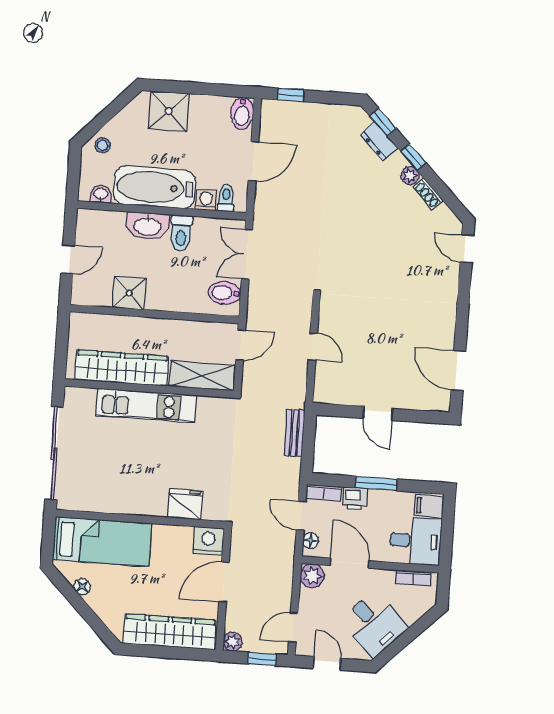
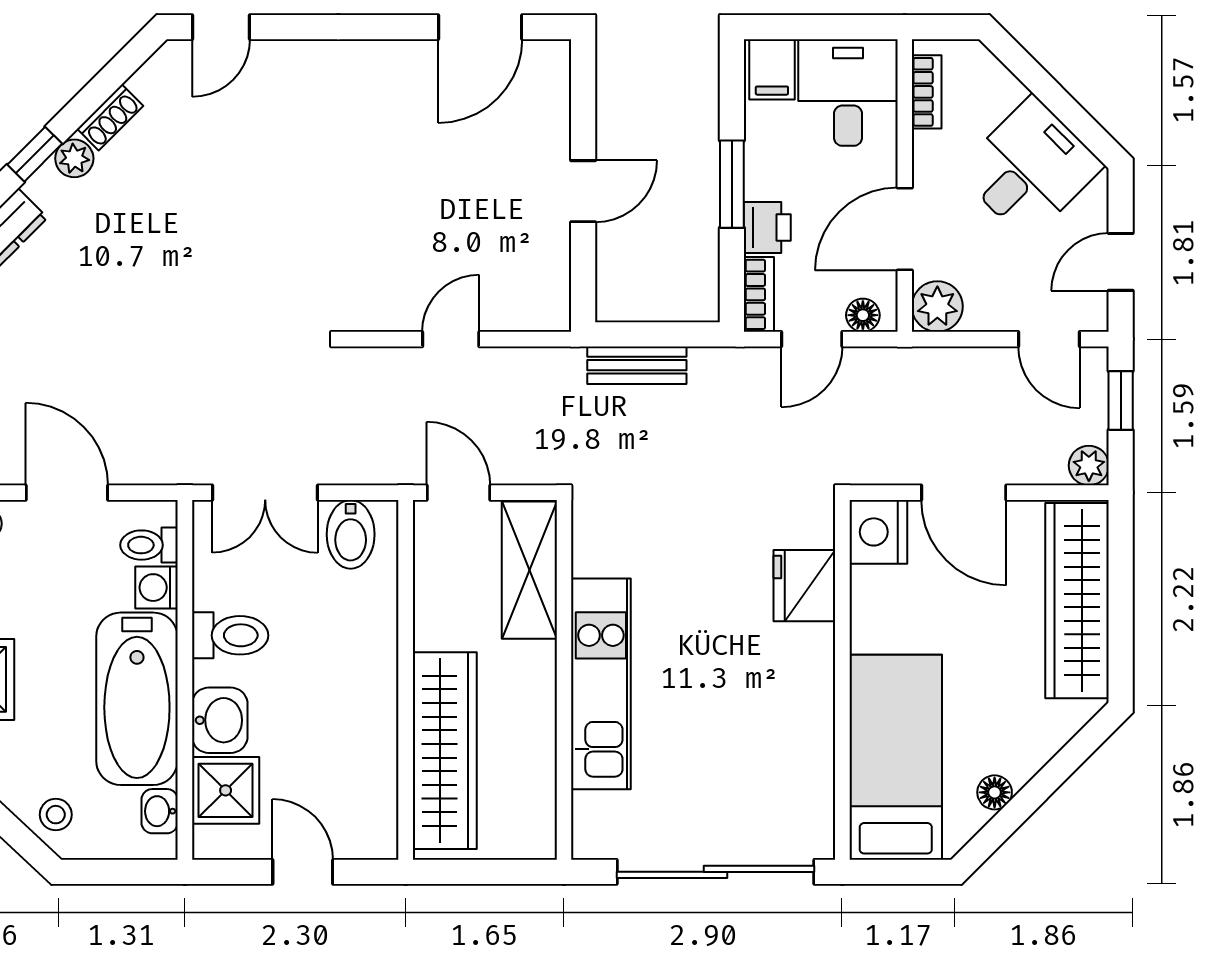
washbasin: (147, 226) -> (220, 720), width x0.72
shower: (129, 293) -> (226, 790), moved
wardrobe: (122, 368) -> (445, 751), moved, turned 180

